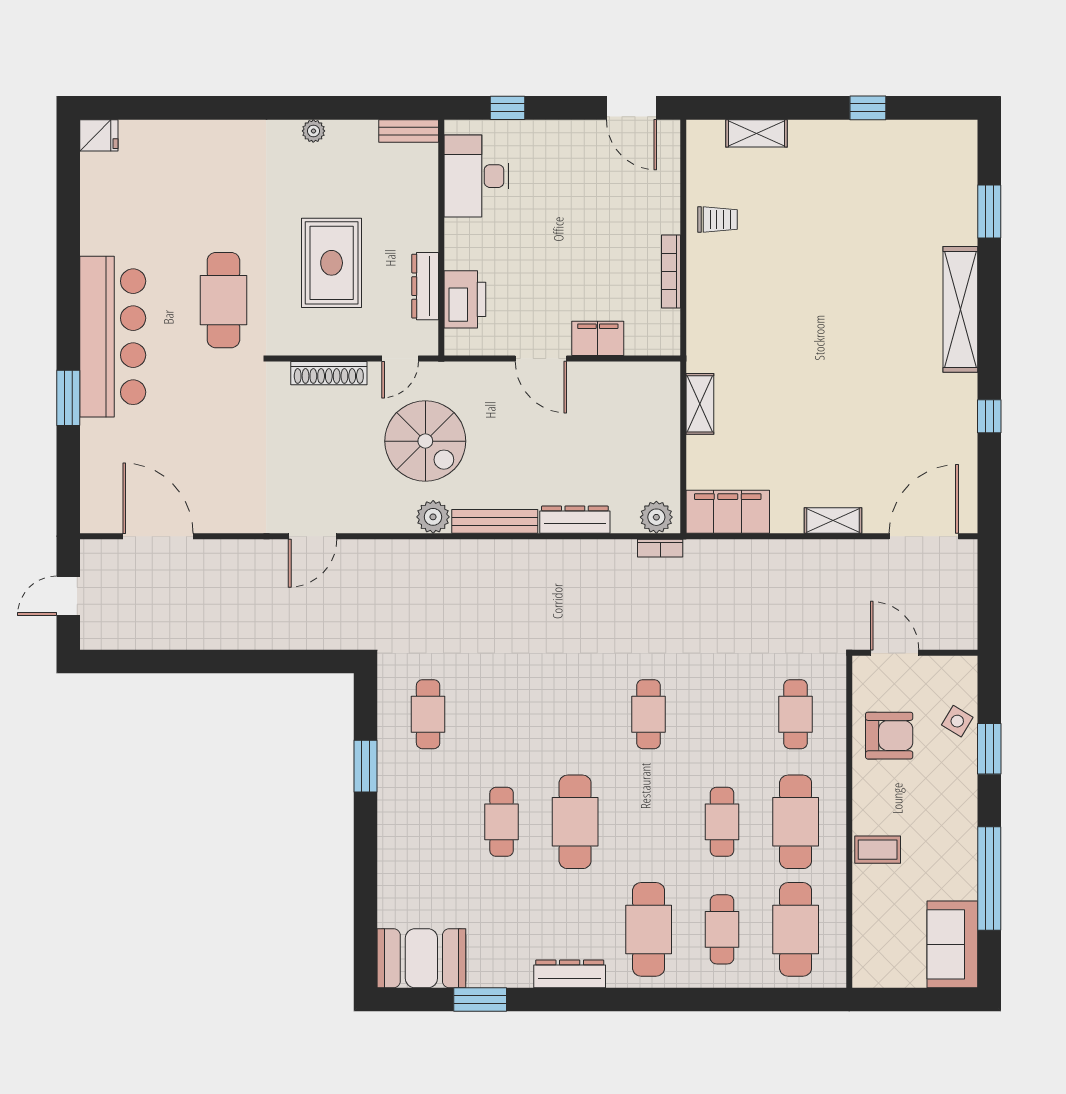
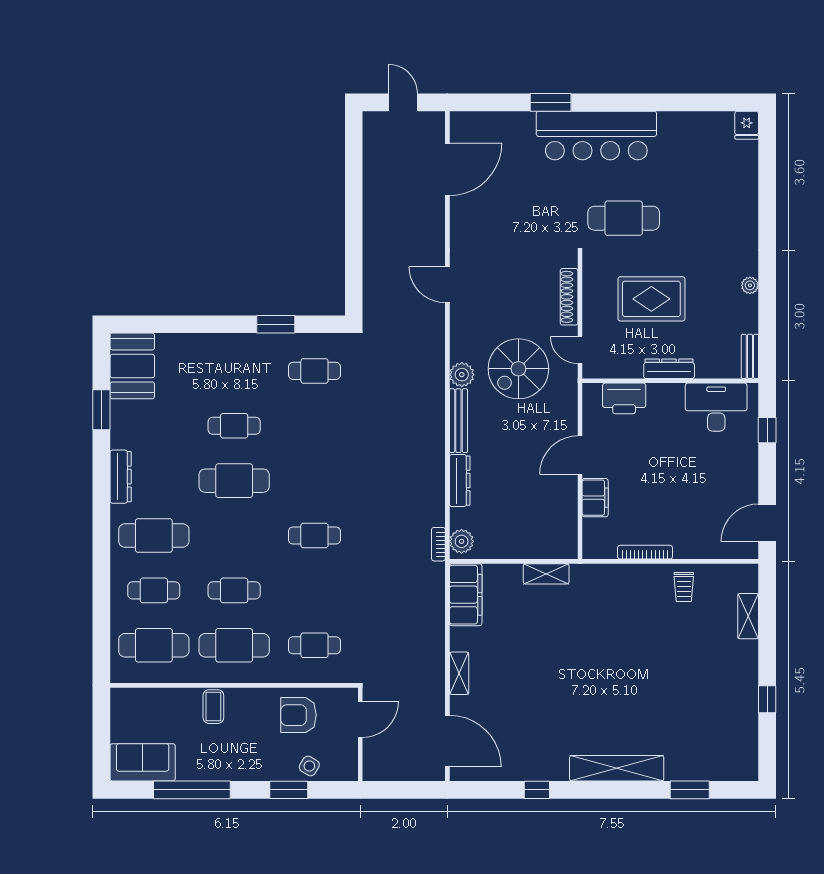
dresser: (425, 286) -> (669, 369), moved
armchair: (889, 736) -> (298, 715), turned 90

